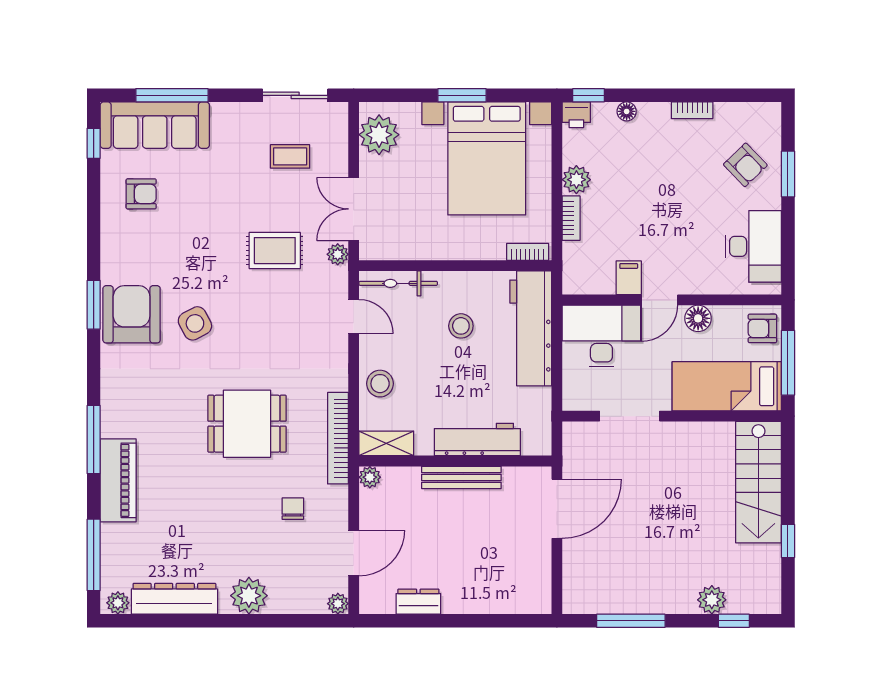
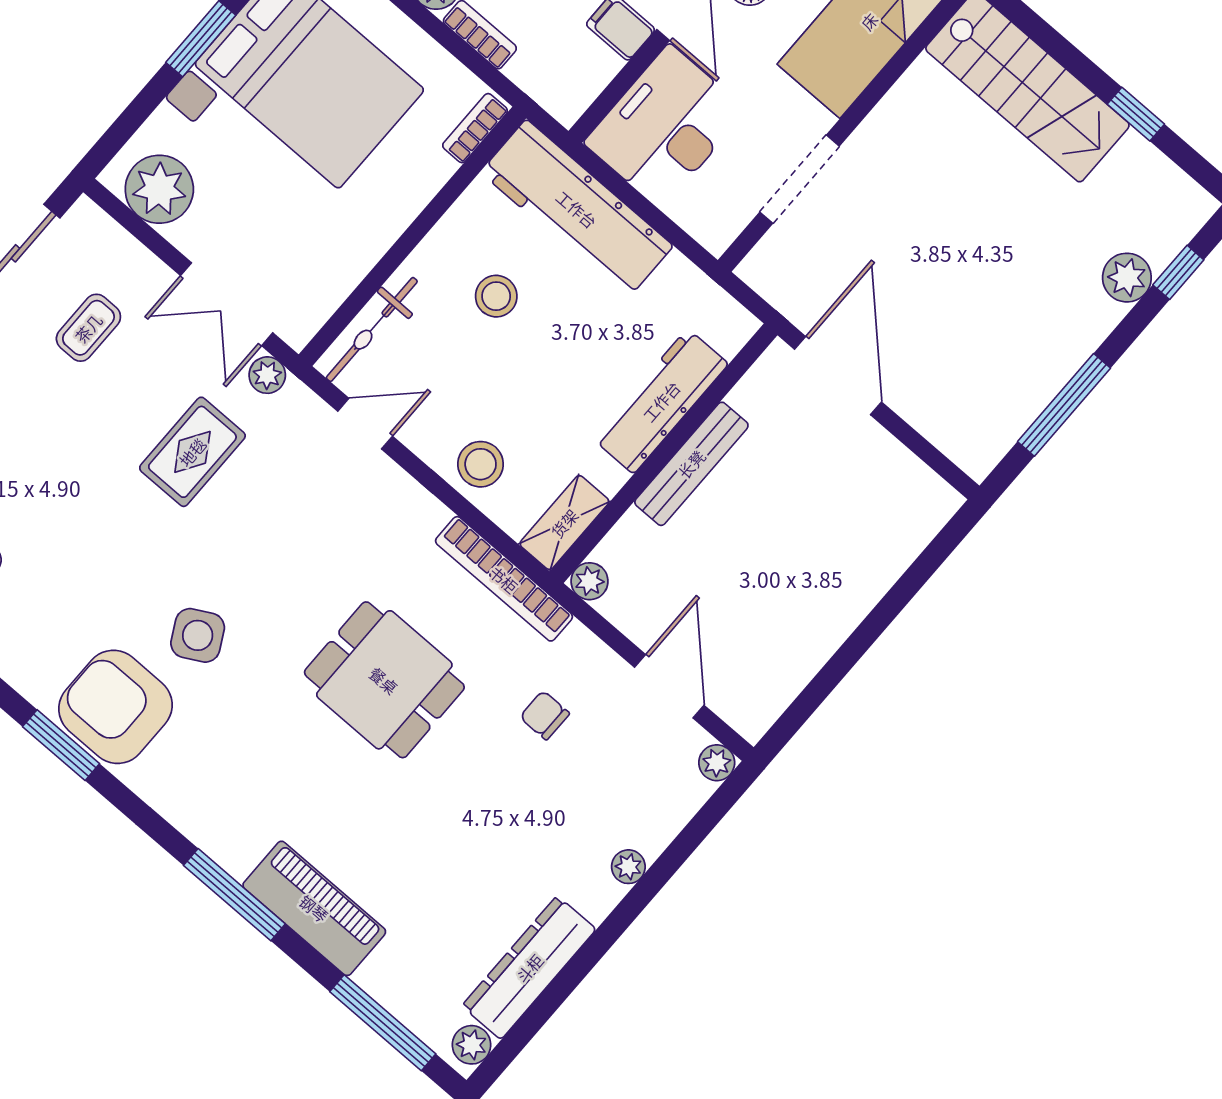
dining table: (247, 424) -> (384, 680), turned 90
plant: (249, 596) -> (628, 867), width x0.53, depth x0.53
dresser: (418, 602) -> (804, 657), removed

